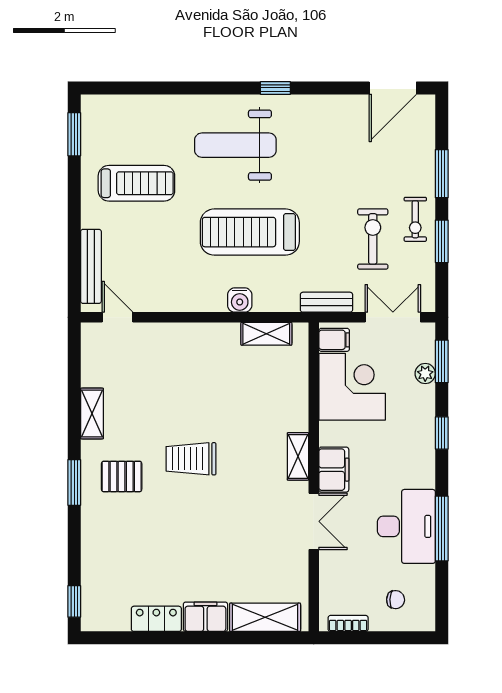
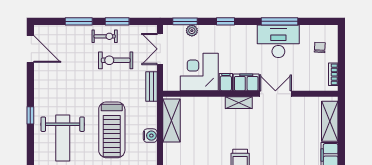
shelving: (266, 334) -> (172, 121), width x1.50, depth x1.33
filing cabinet: (334, 340) -> (226, 82), moved

